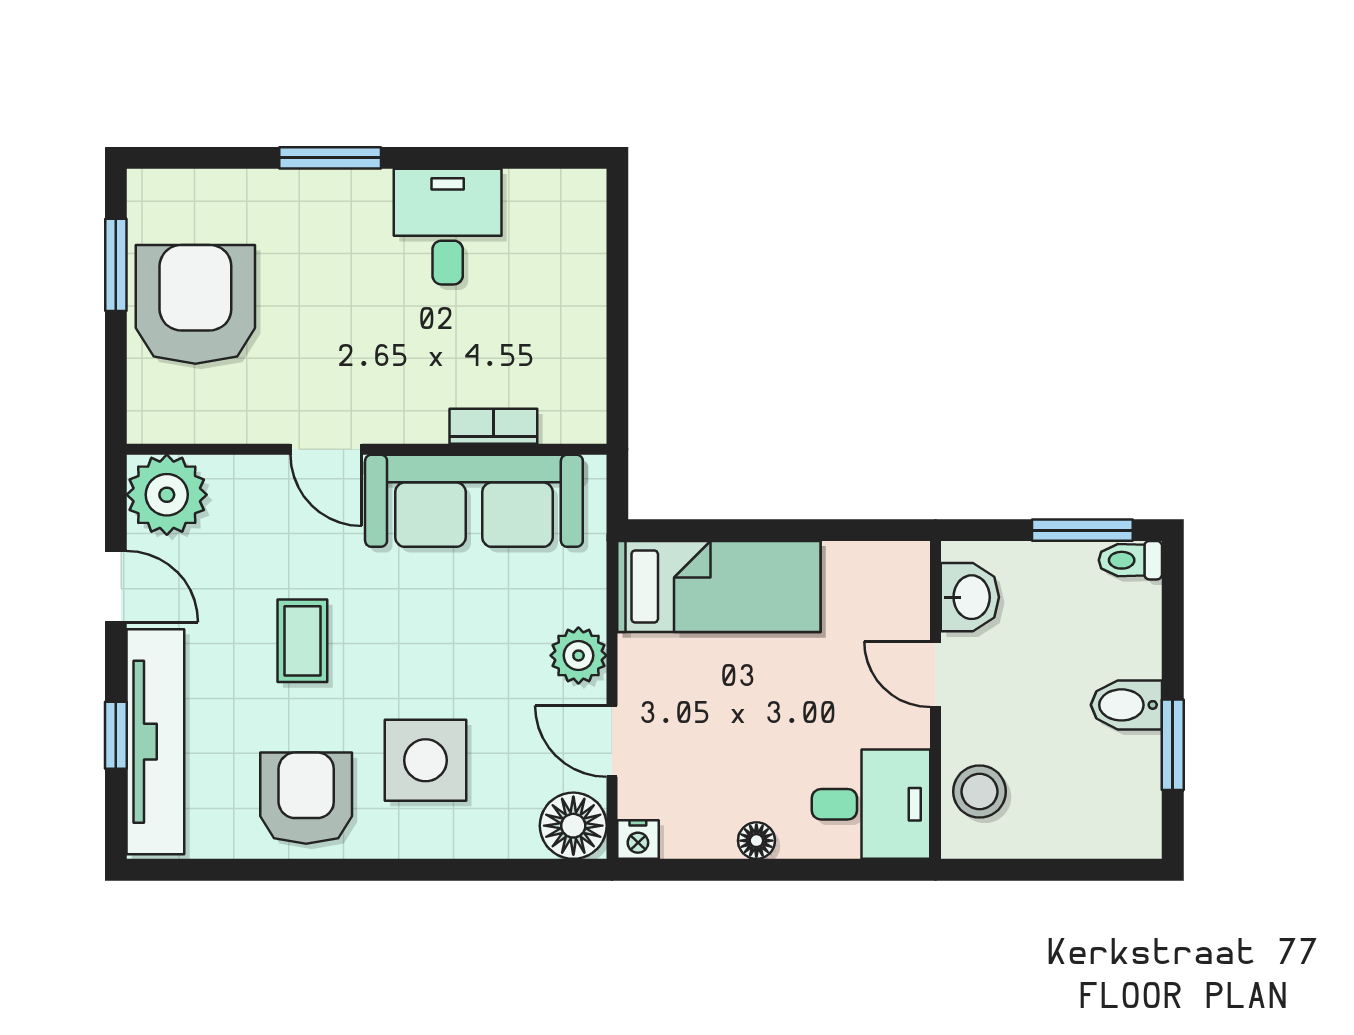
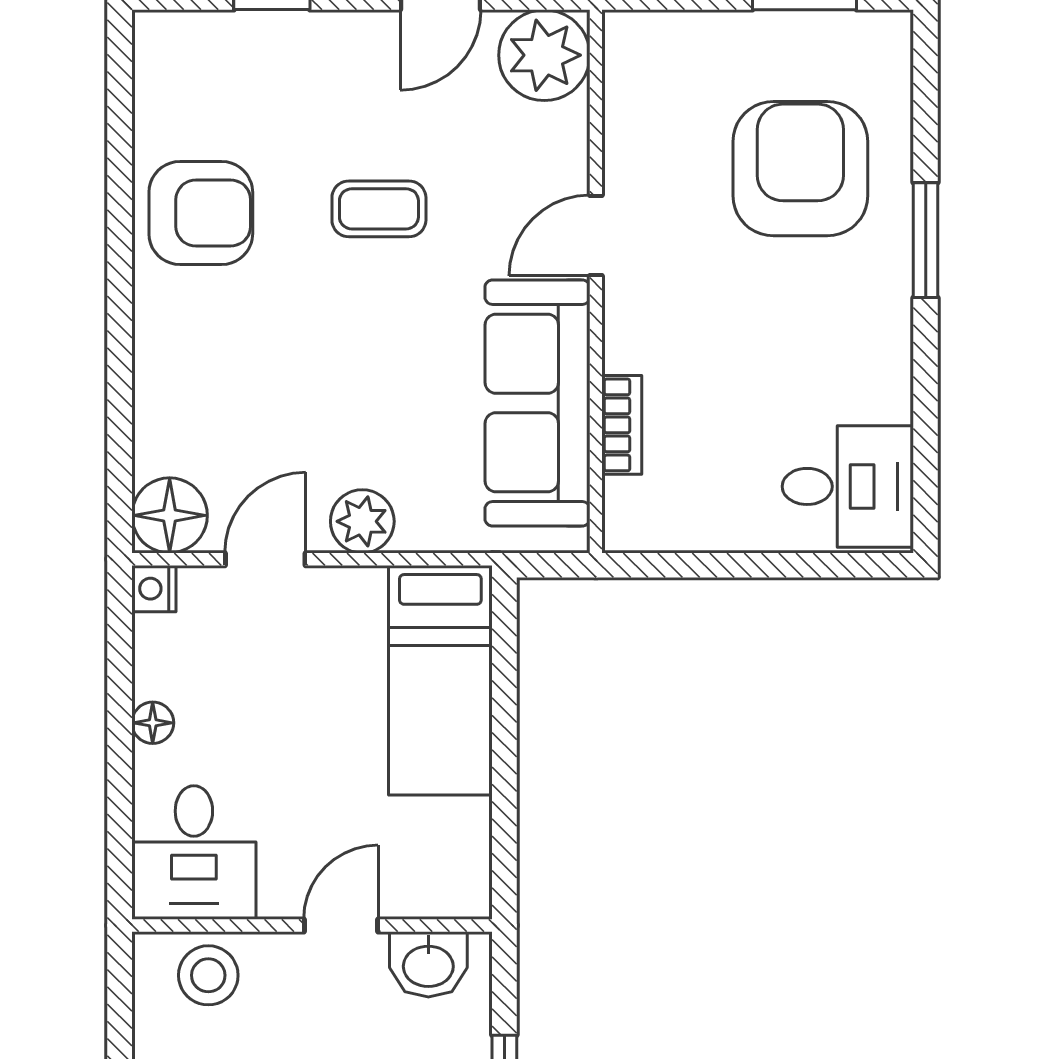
desk: (448, 227) -> (848, 486), moved
armchair: (195, 304) -> (800, 169), moved, turned -90
tv unit: (155, 742) -> (265, 42), removed
side table: (426, 760) -> (244, 348), removed

